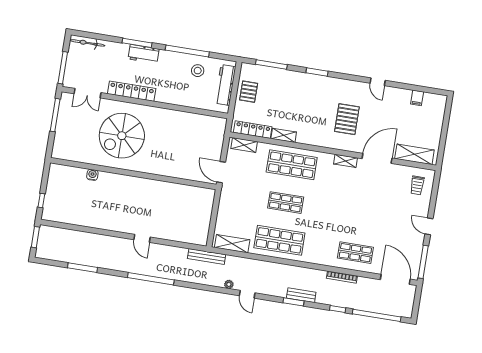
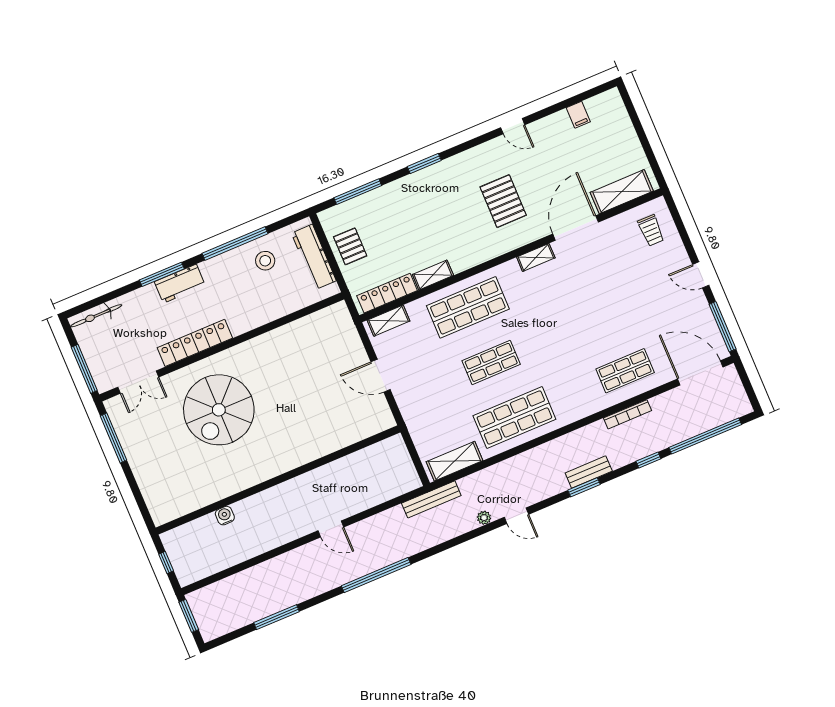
wall: (133, 174) -> (278, 480), moved
water cooler: (92, 175) -> (225, 516), moved

